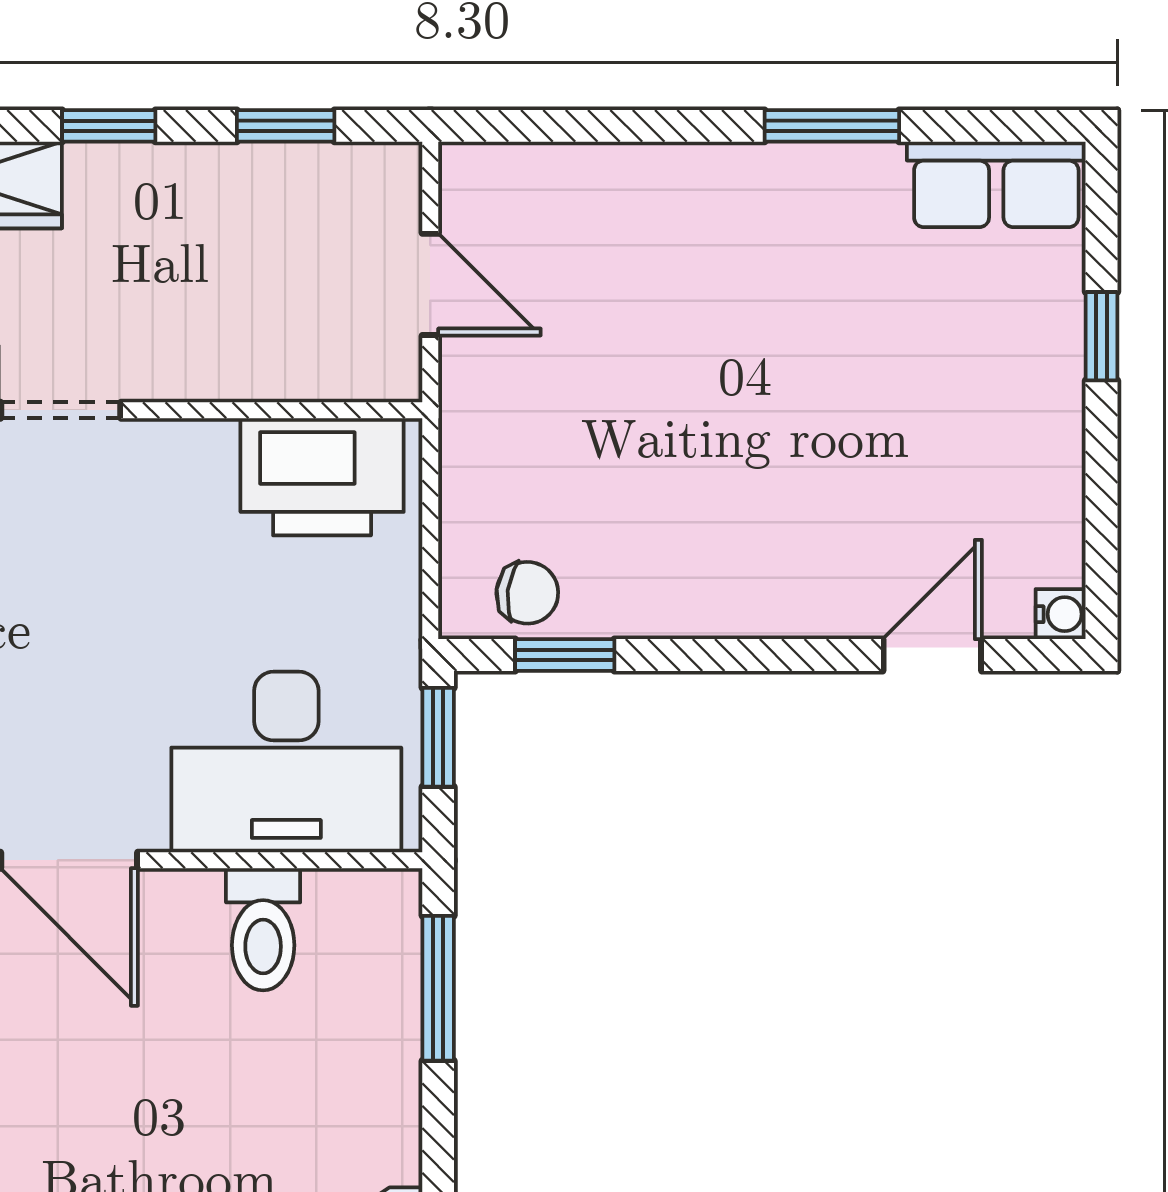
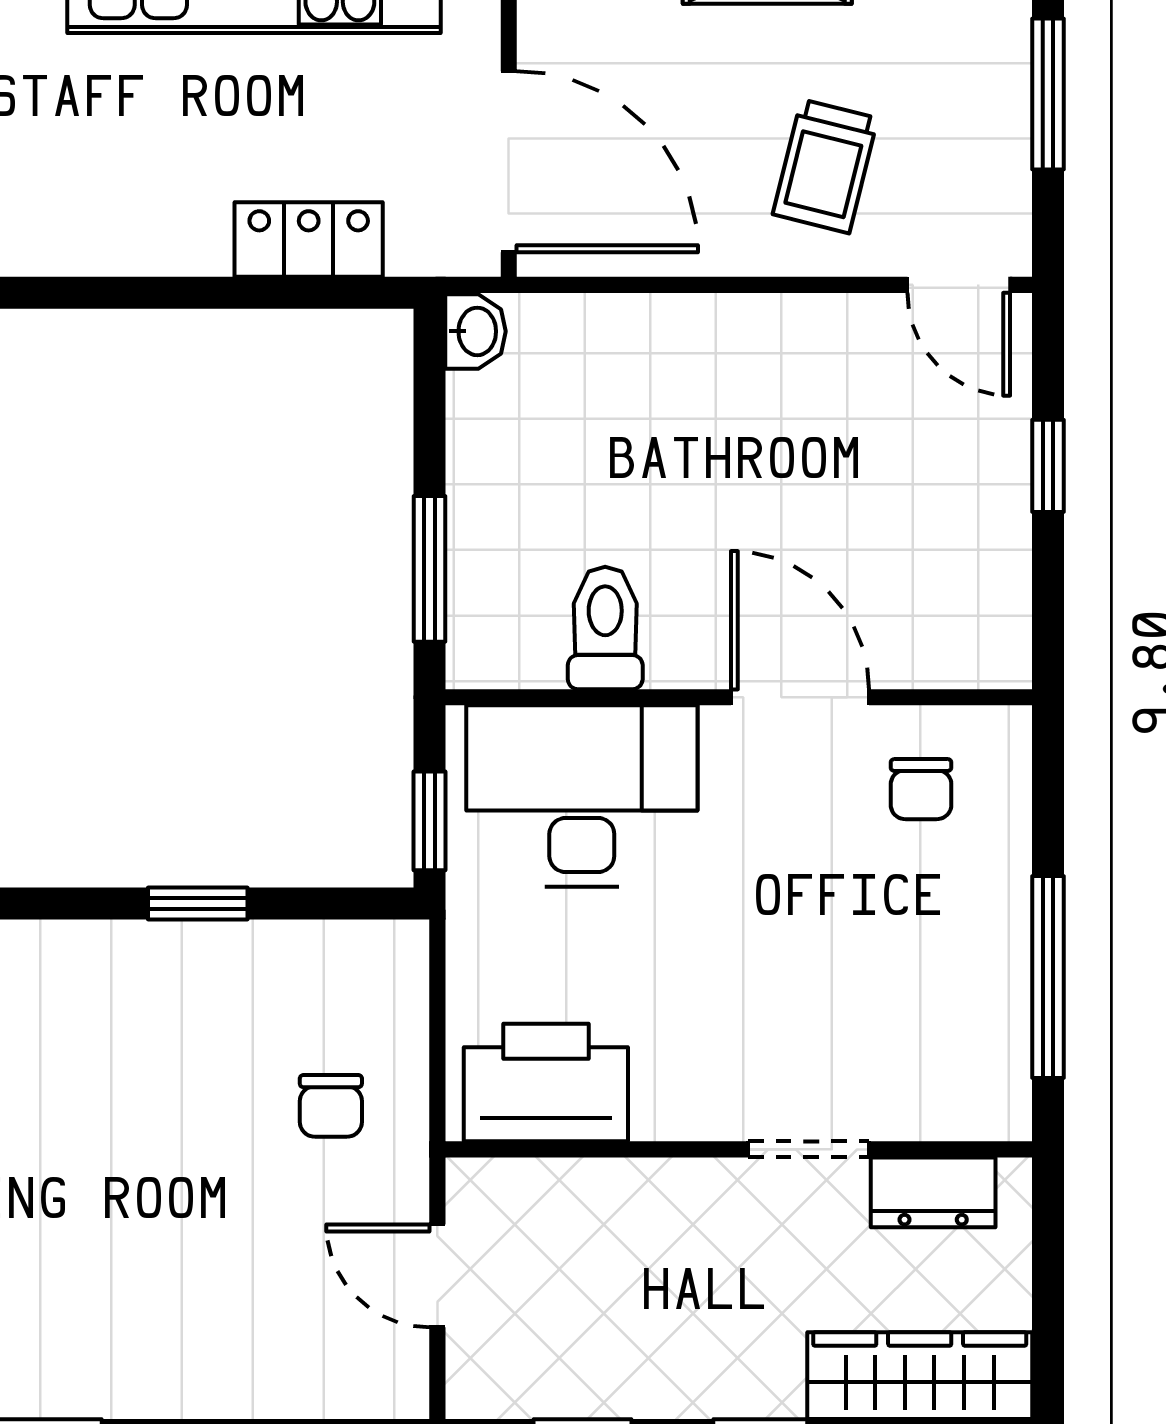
chair: (527, 593) -> (331, 1106), moved, turned -97
window: (565, 655) -> (198, 903), moved

